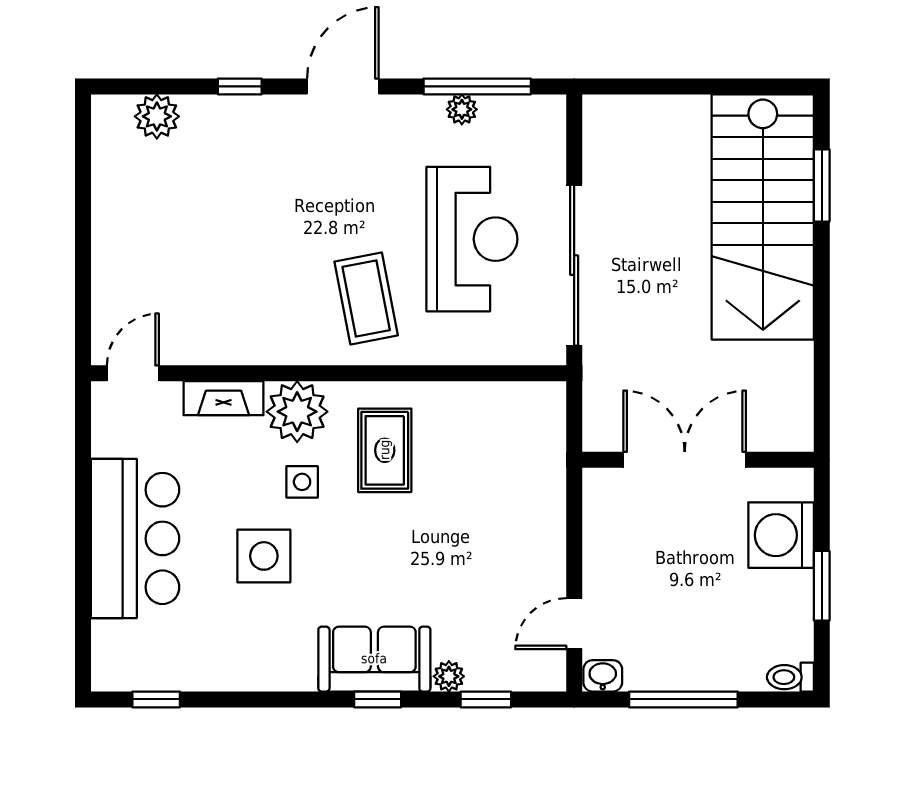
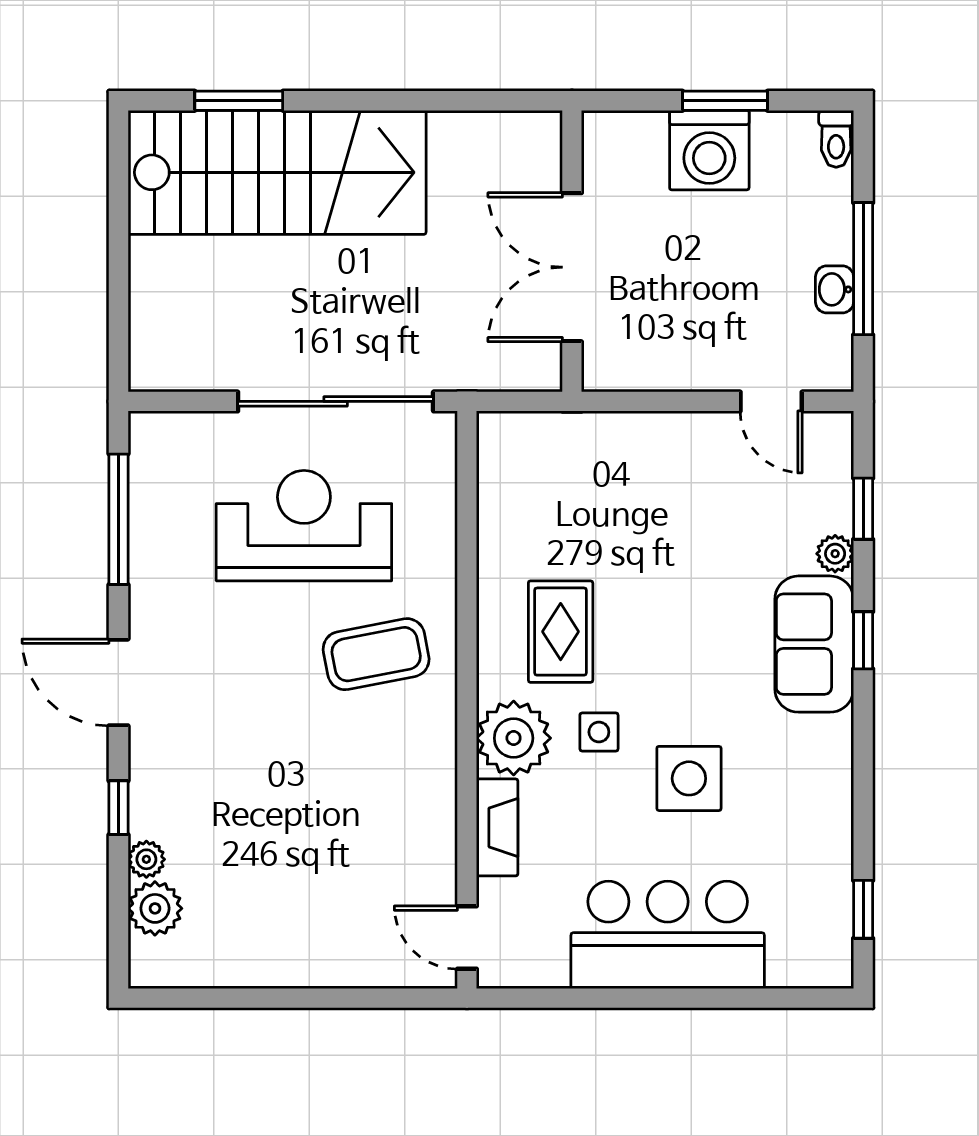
plant: (462, 109) -> (146, 859), moved
rug: (385, 450) -> (561, 632), turned 90
washing machine: (781, 535) -> (709, 150), moved
washbasin: (603, 676) -> (835, 289), moved

